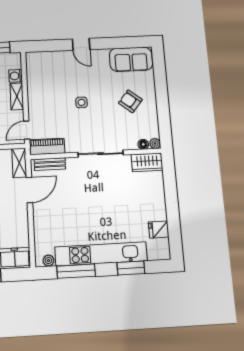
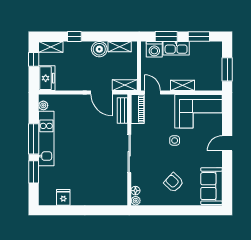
washing machine: (16, 76) -> (201, 85), removed
corner sofa: (46, 77) -> (199, 111), added
armchair: (130, 101) -> (174, 183), turned -86
wardrobe: (147, 162) -> (120, 192), removed
kitchen unit: (101, 254) -> (46, 139), width x0.73
window: (76, 271) -> (34, 139), moved

